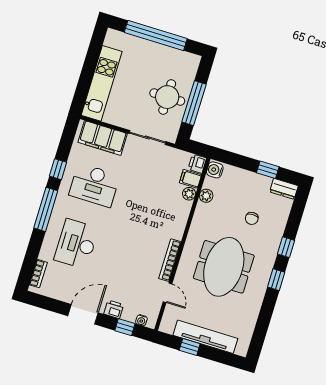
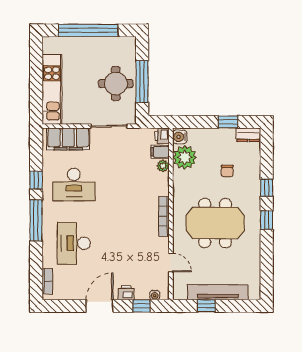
plant: (206, 196) -> (185, 157), width x1.88, depth x1.88
bookcase: (170, 260) -> (164, 216), moved
meeting table: (224, 267) -> (215, 223), turned 90

